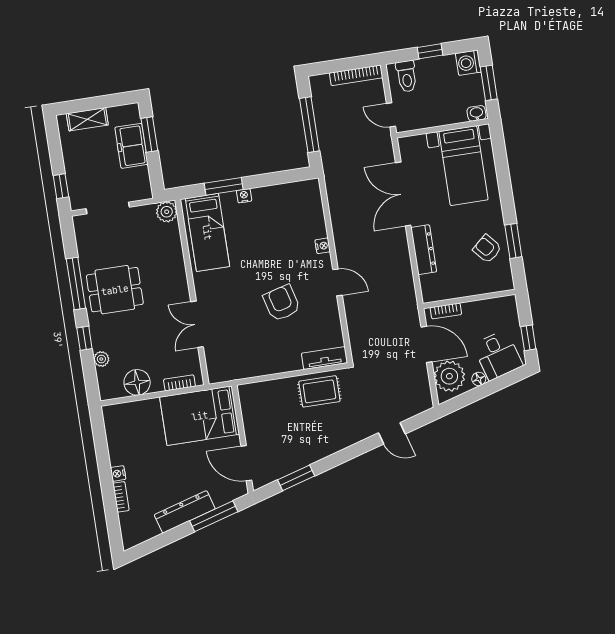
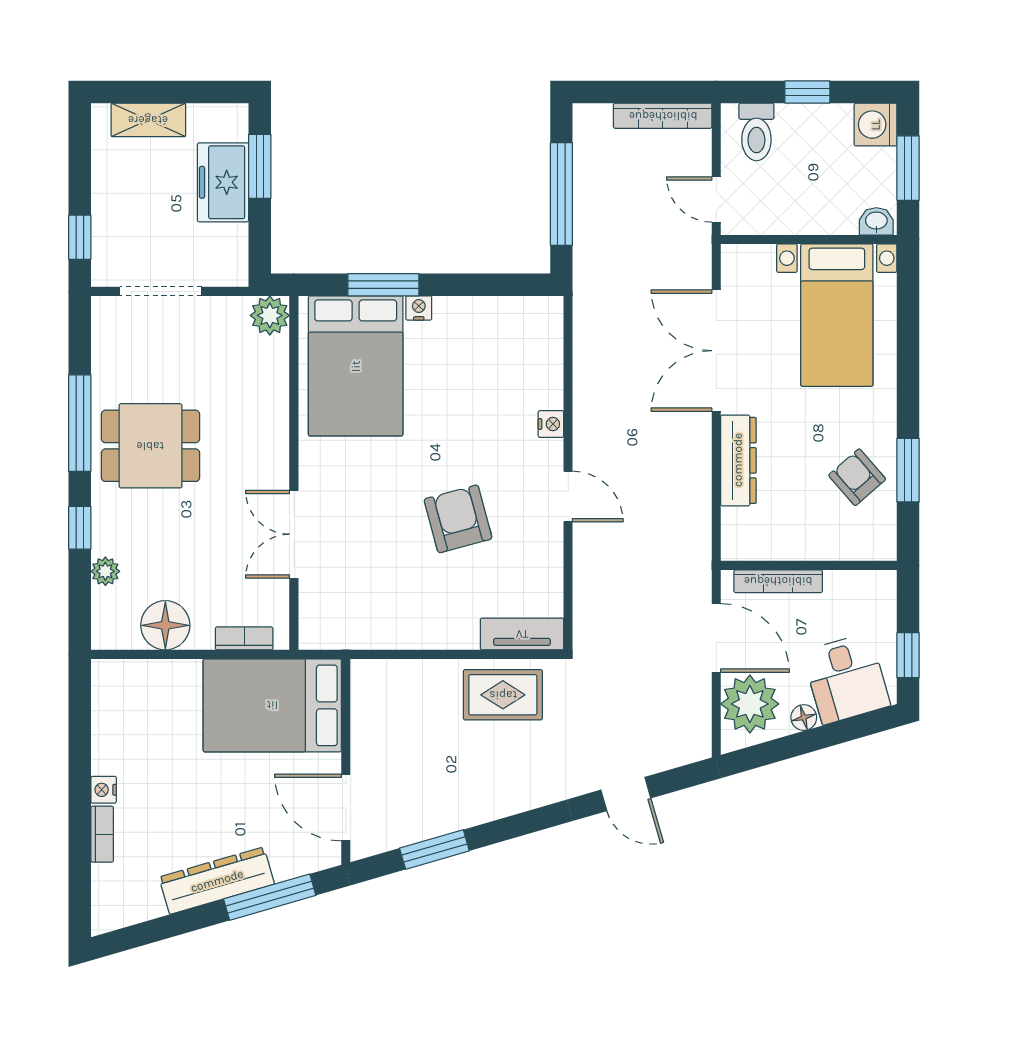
bed: (207, 232) -> (356, 366), width x1.50
bookcase: (446, 311) -> (778, 581), width x1.56

